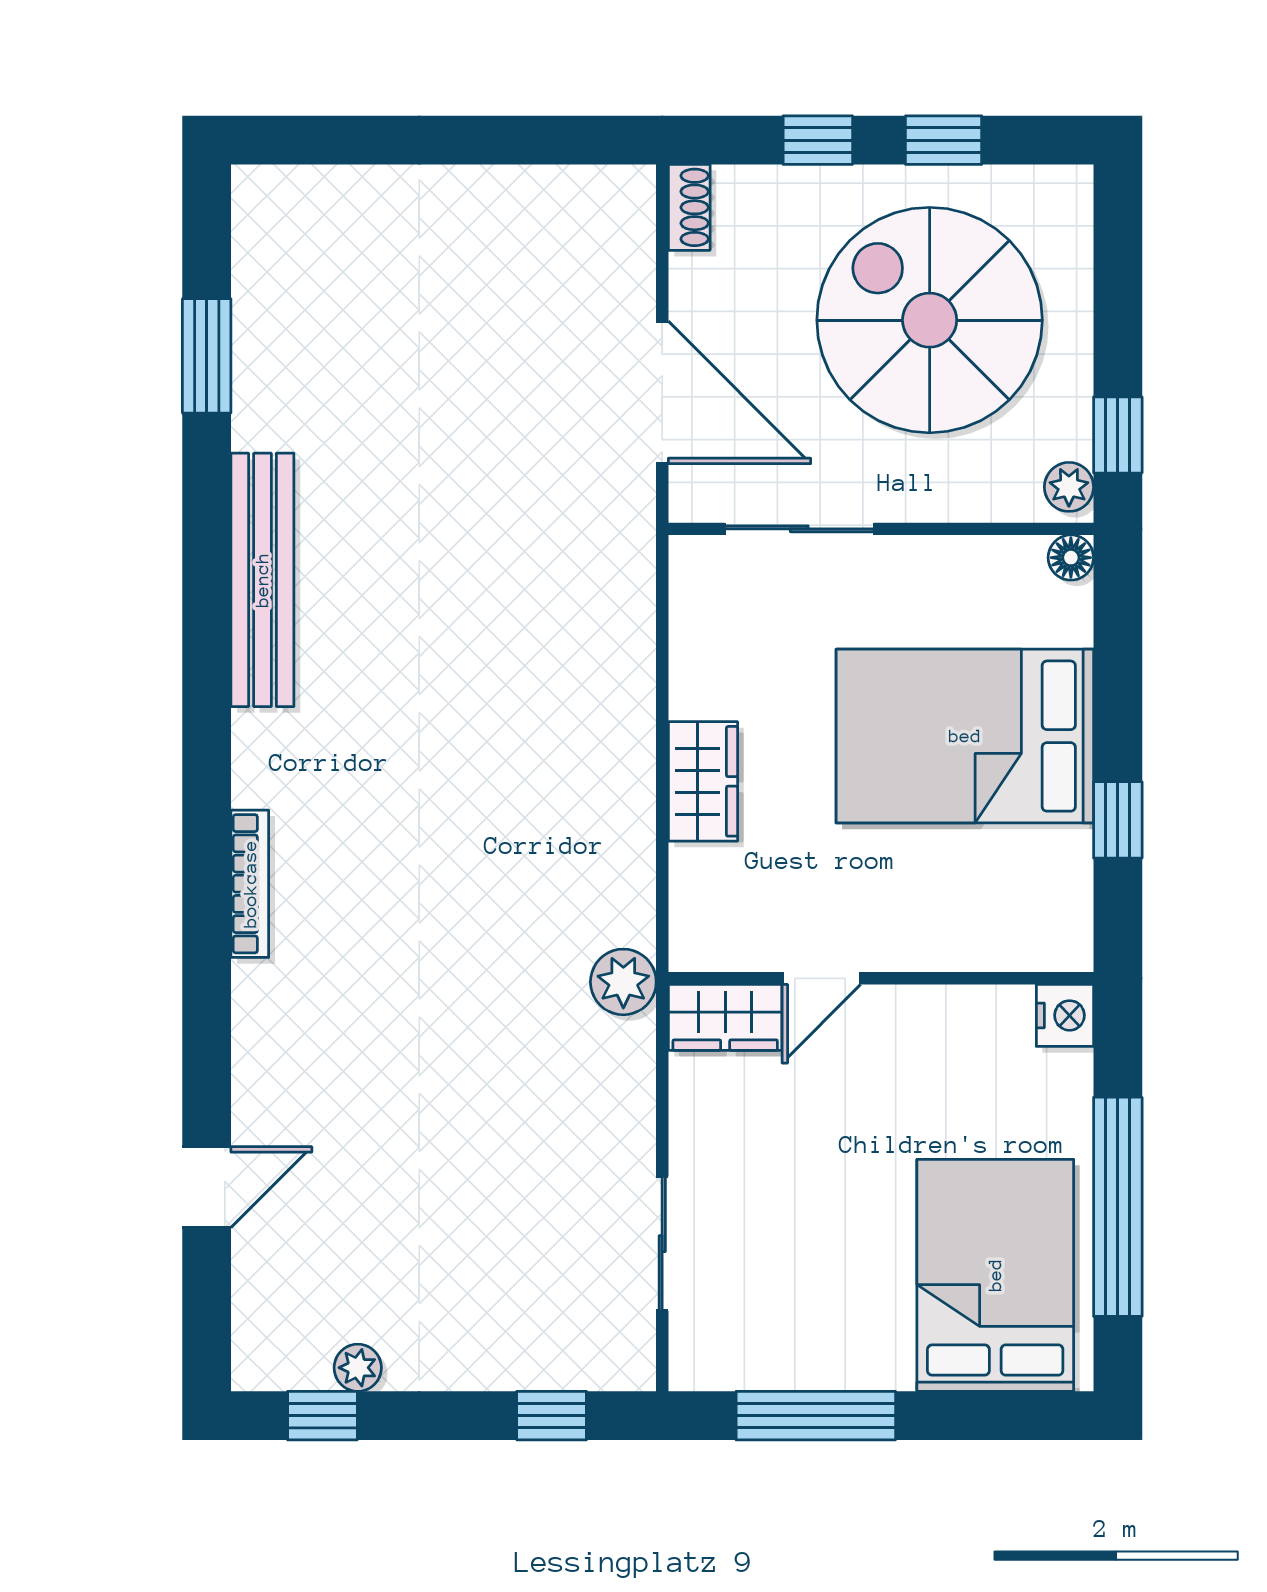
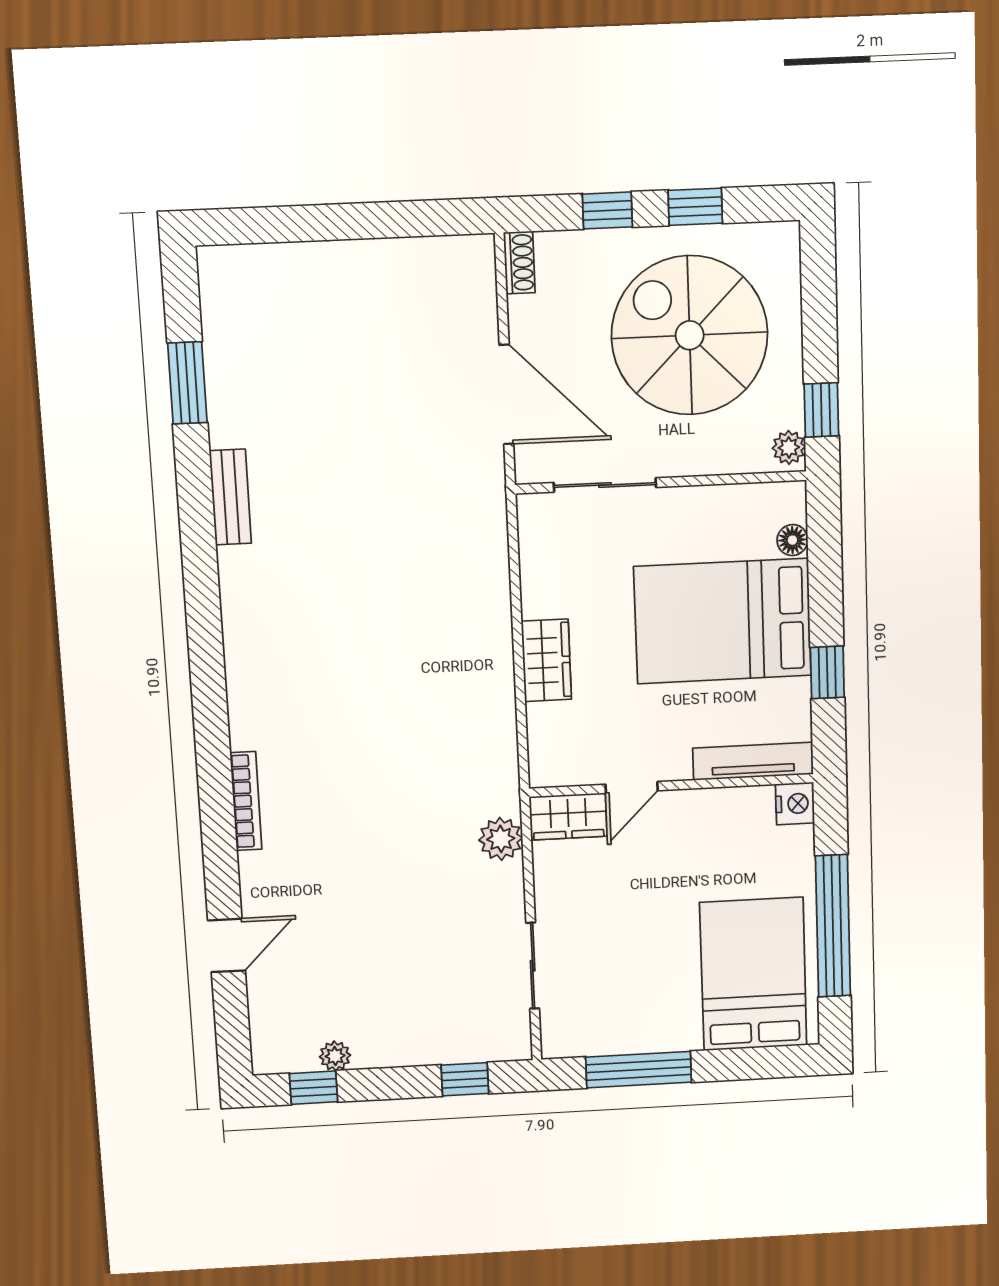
floor lamp: (1071, 558) -> (792, 540), moved
bench: (262, 580) -> (230, 497), width x0.54, depth x0.82
bookcase: (250, 884) -> (246, 801), moved
tv unit: (1004, 948) -> (753, 761), added
plant: (623, 982) -> (501, 839), moved

